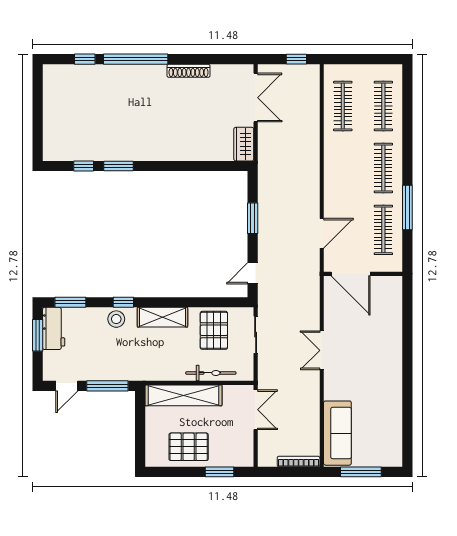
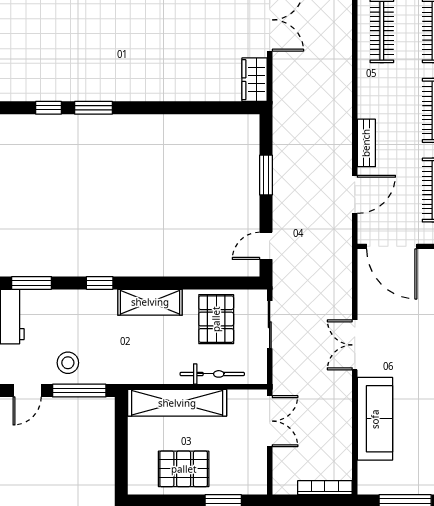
bench: (331, 193) -> (366, 143), added
stool: (116, 319) -> (68, 363), moved
sofa: (337, 433) -> (375, 419), moved

